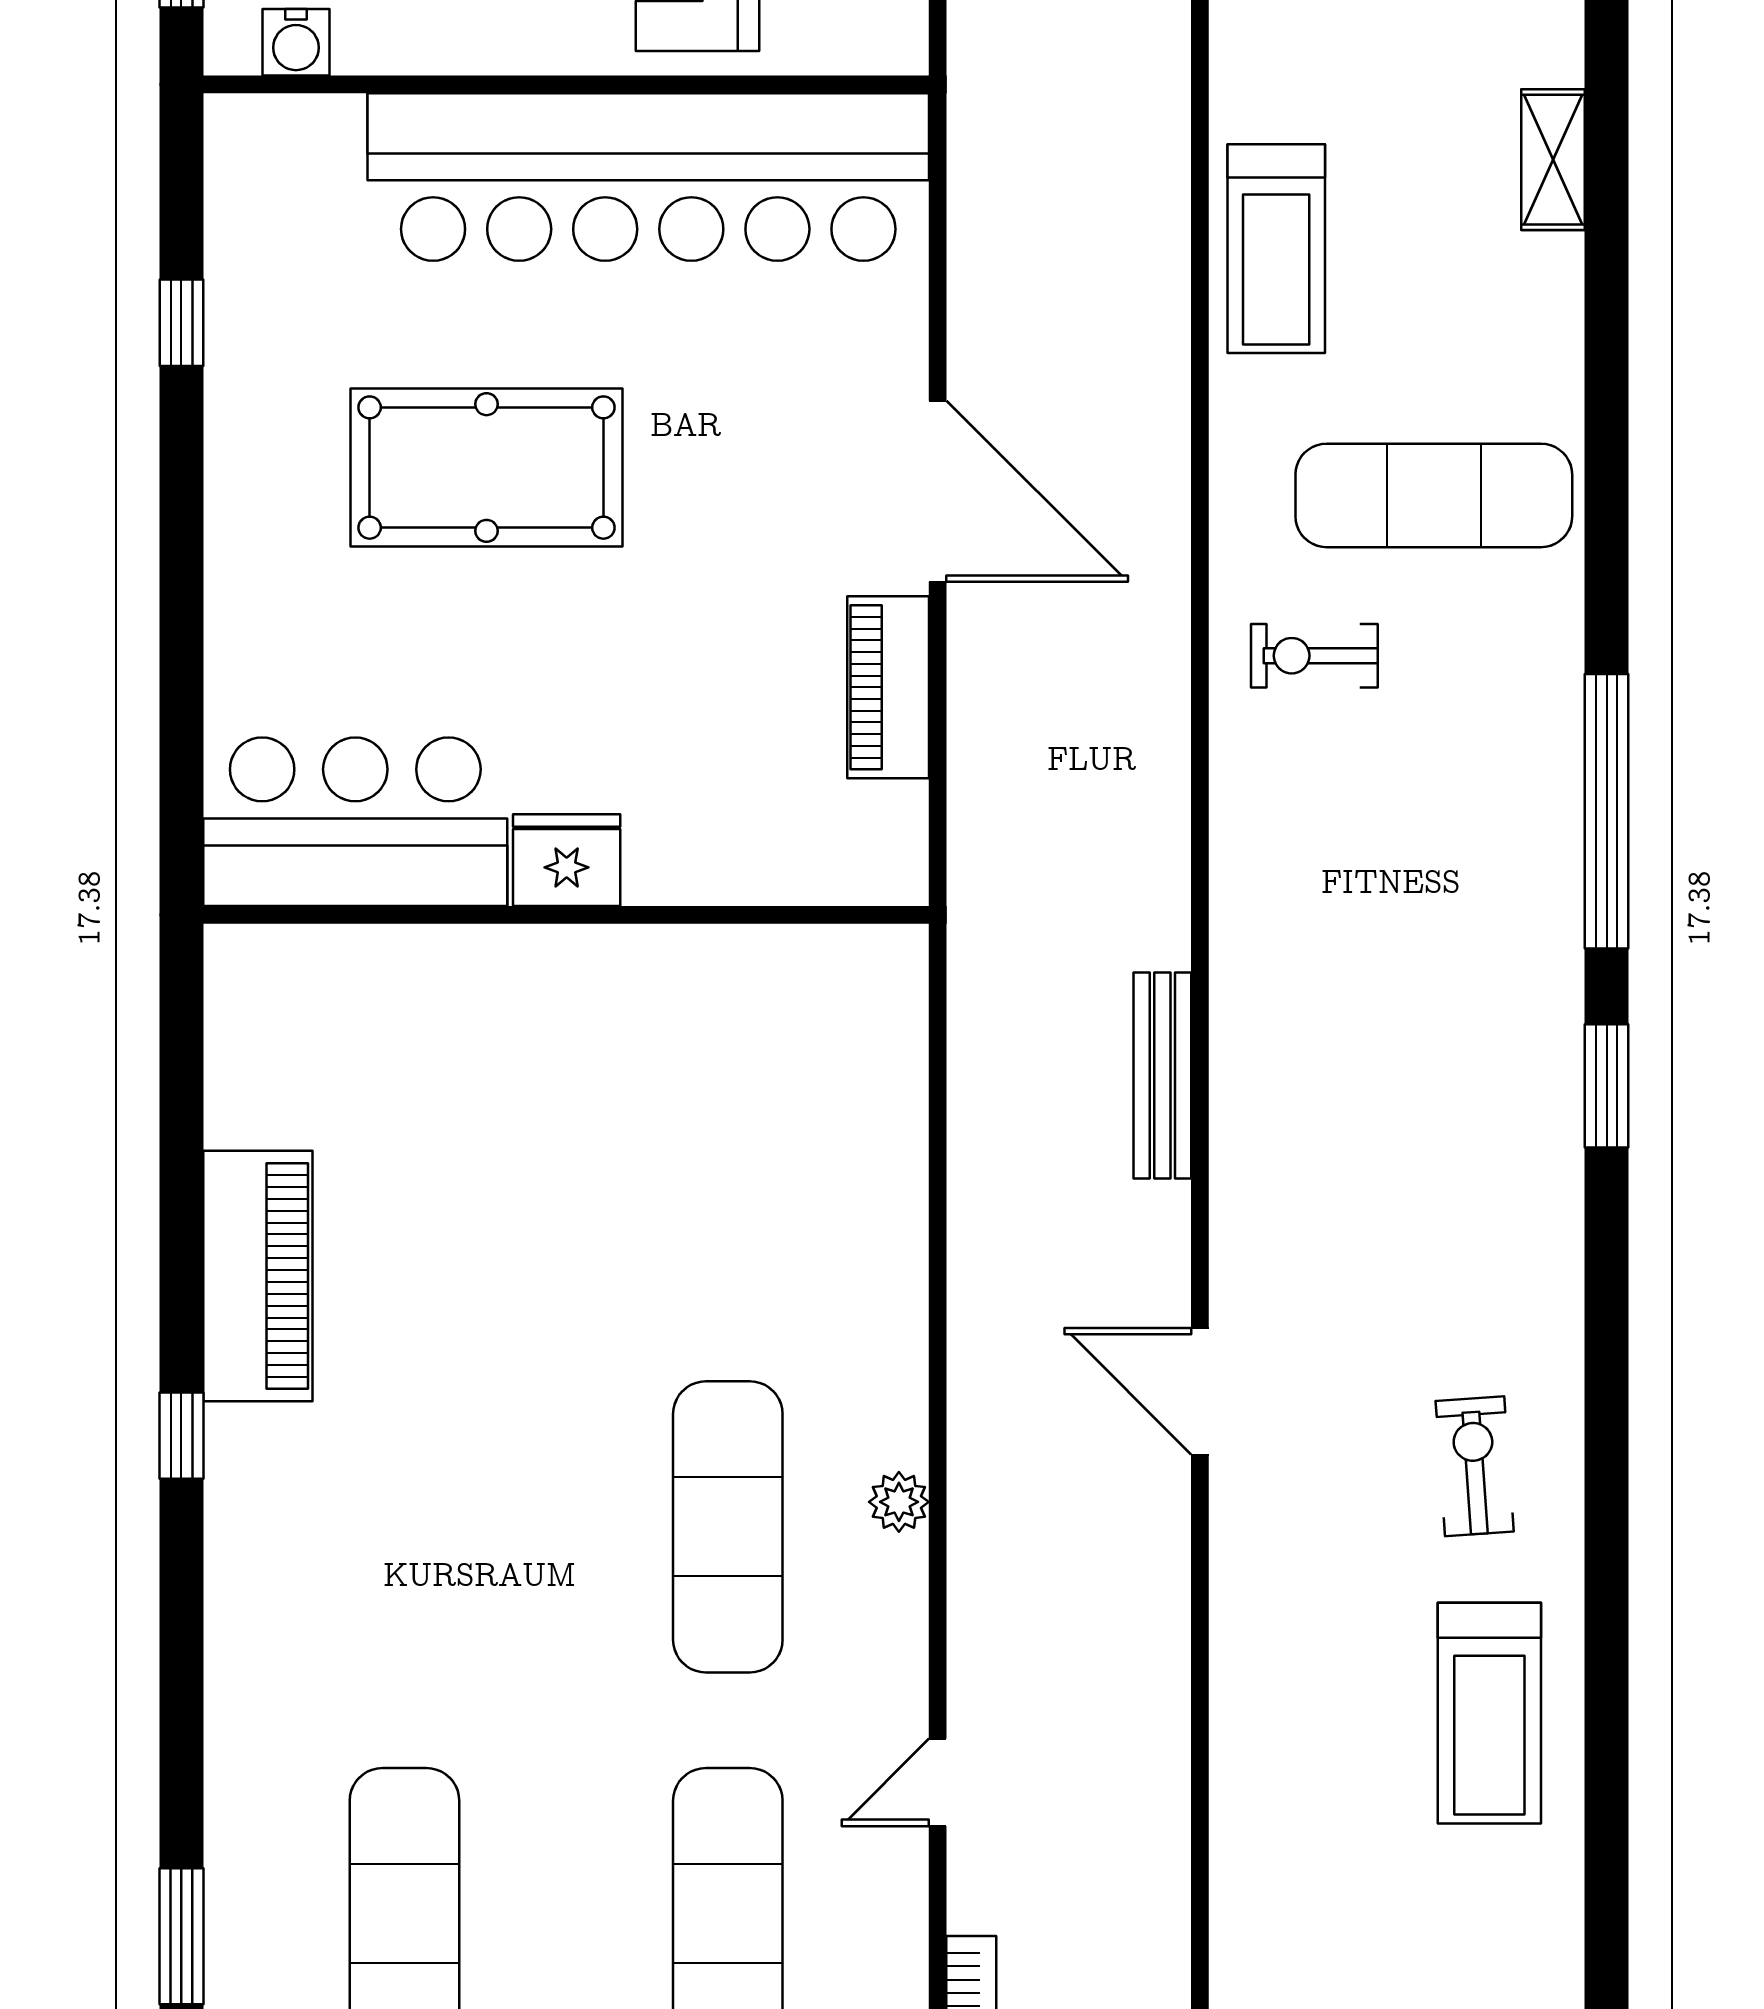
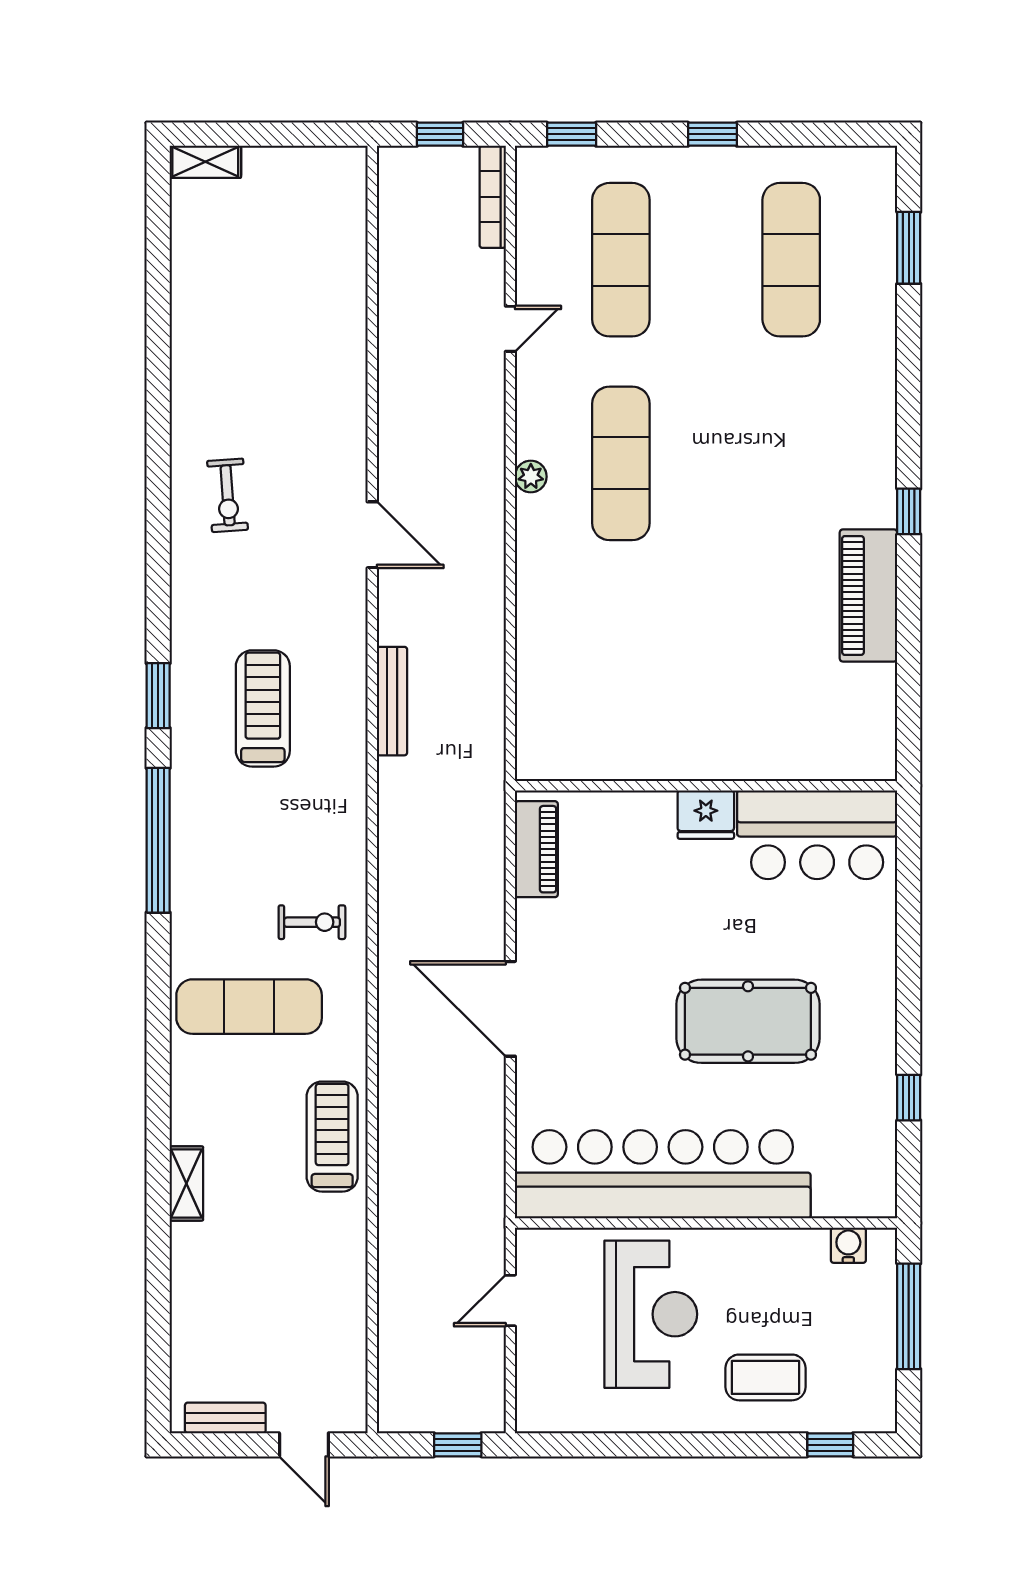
piano: (888, 687) -> (536, 849), moved
treadmill: (1489, 1713) -> (263, 708), moved

